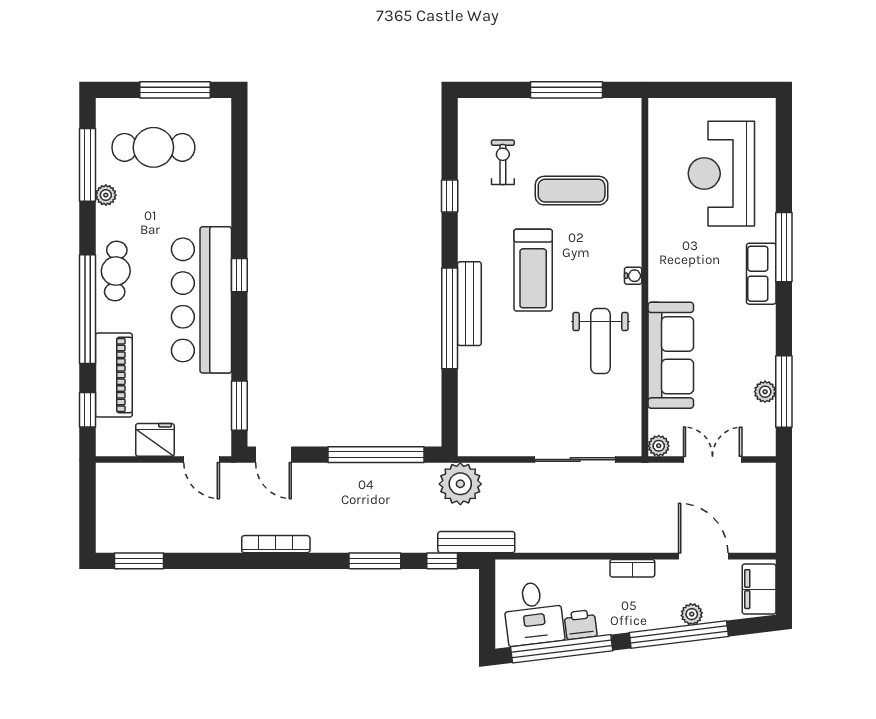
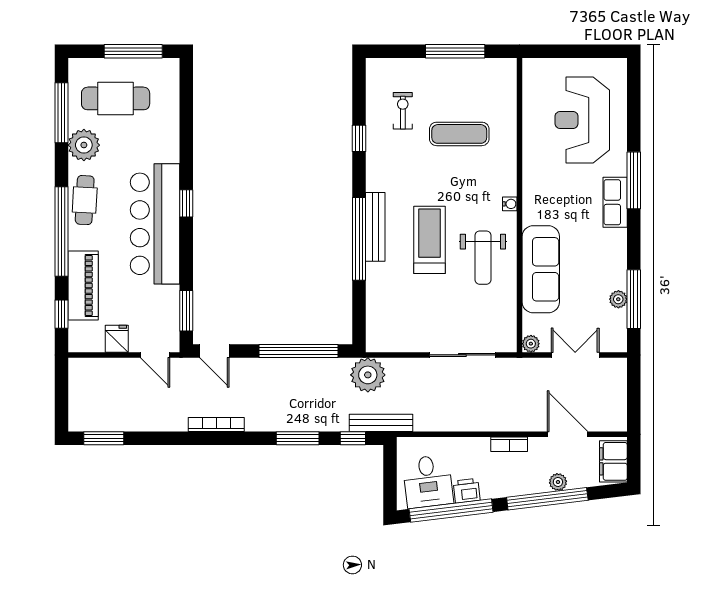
plant: (106, 195) -> (84, 145), width x1.88, depth x1.88
treadmill: (533, 270) -> (430, 240), moved, turned 180
fridge: (155, 440) -> (117, 339), width x0.72

